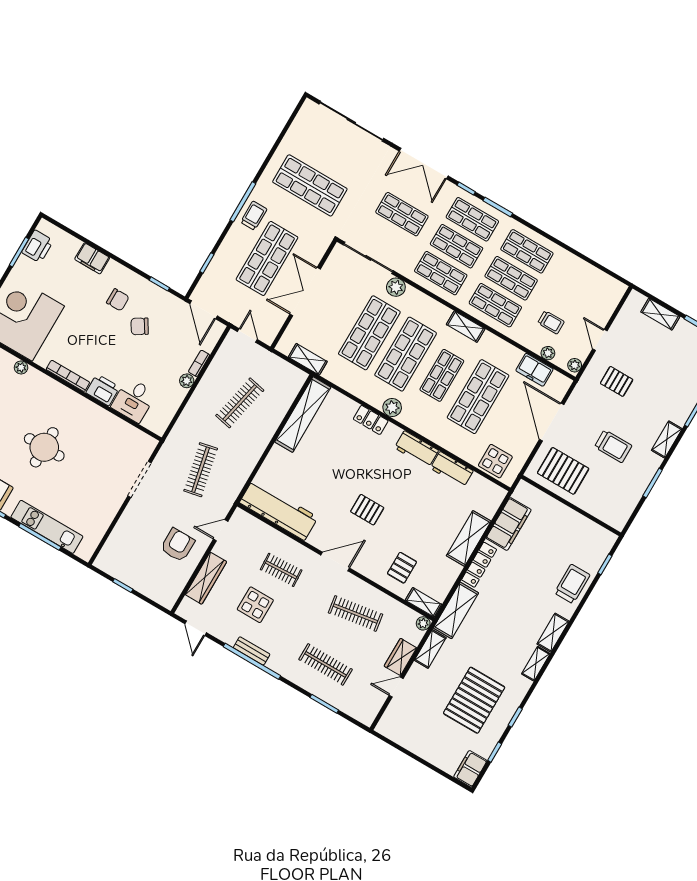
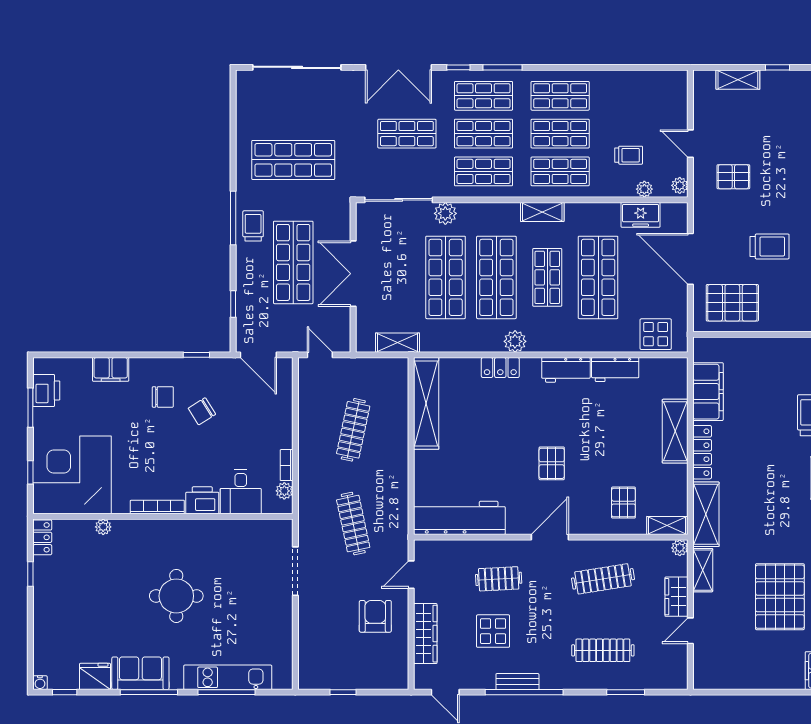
bookcase: (199, 363) -> (287, 465), moved
plant: (187, 381) -> (284, 491), moved
pallet: (367, 510) -> (552, 463), turned 90

